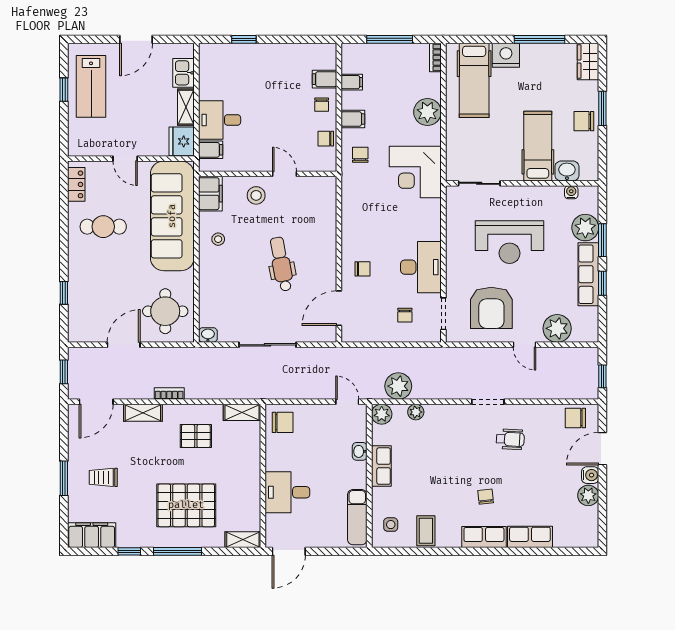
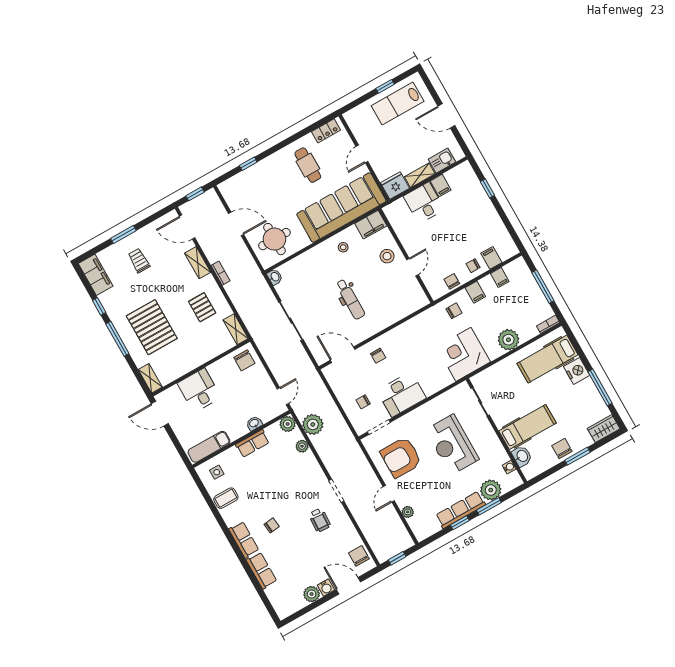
filing cabinet: (211, 150) -> (441, 185), moved
dental chair: (281, 264) -> (350, 299), turned 101
plant: (557, 328) -> (408, 512), width x0.53, depth x0.53

